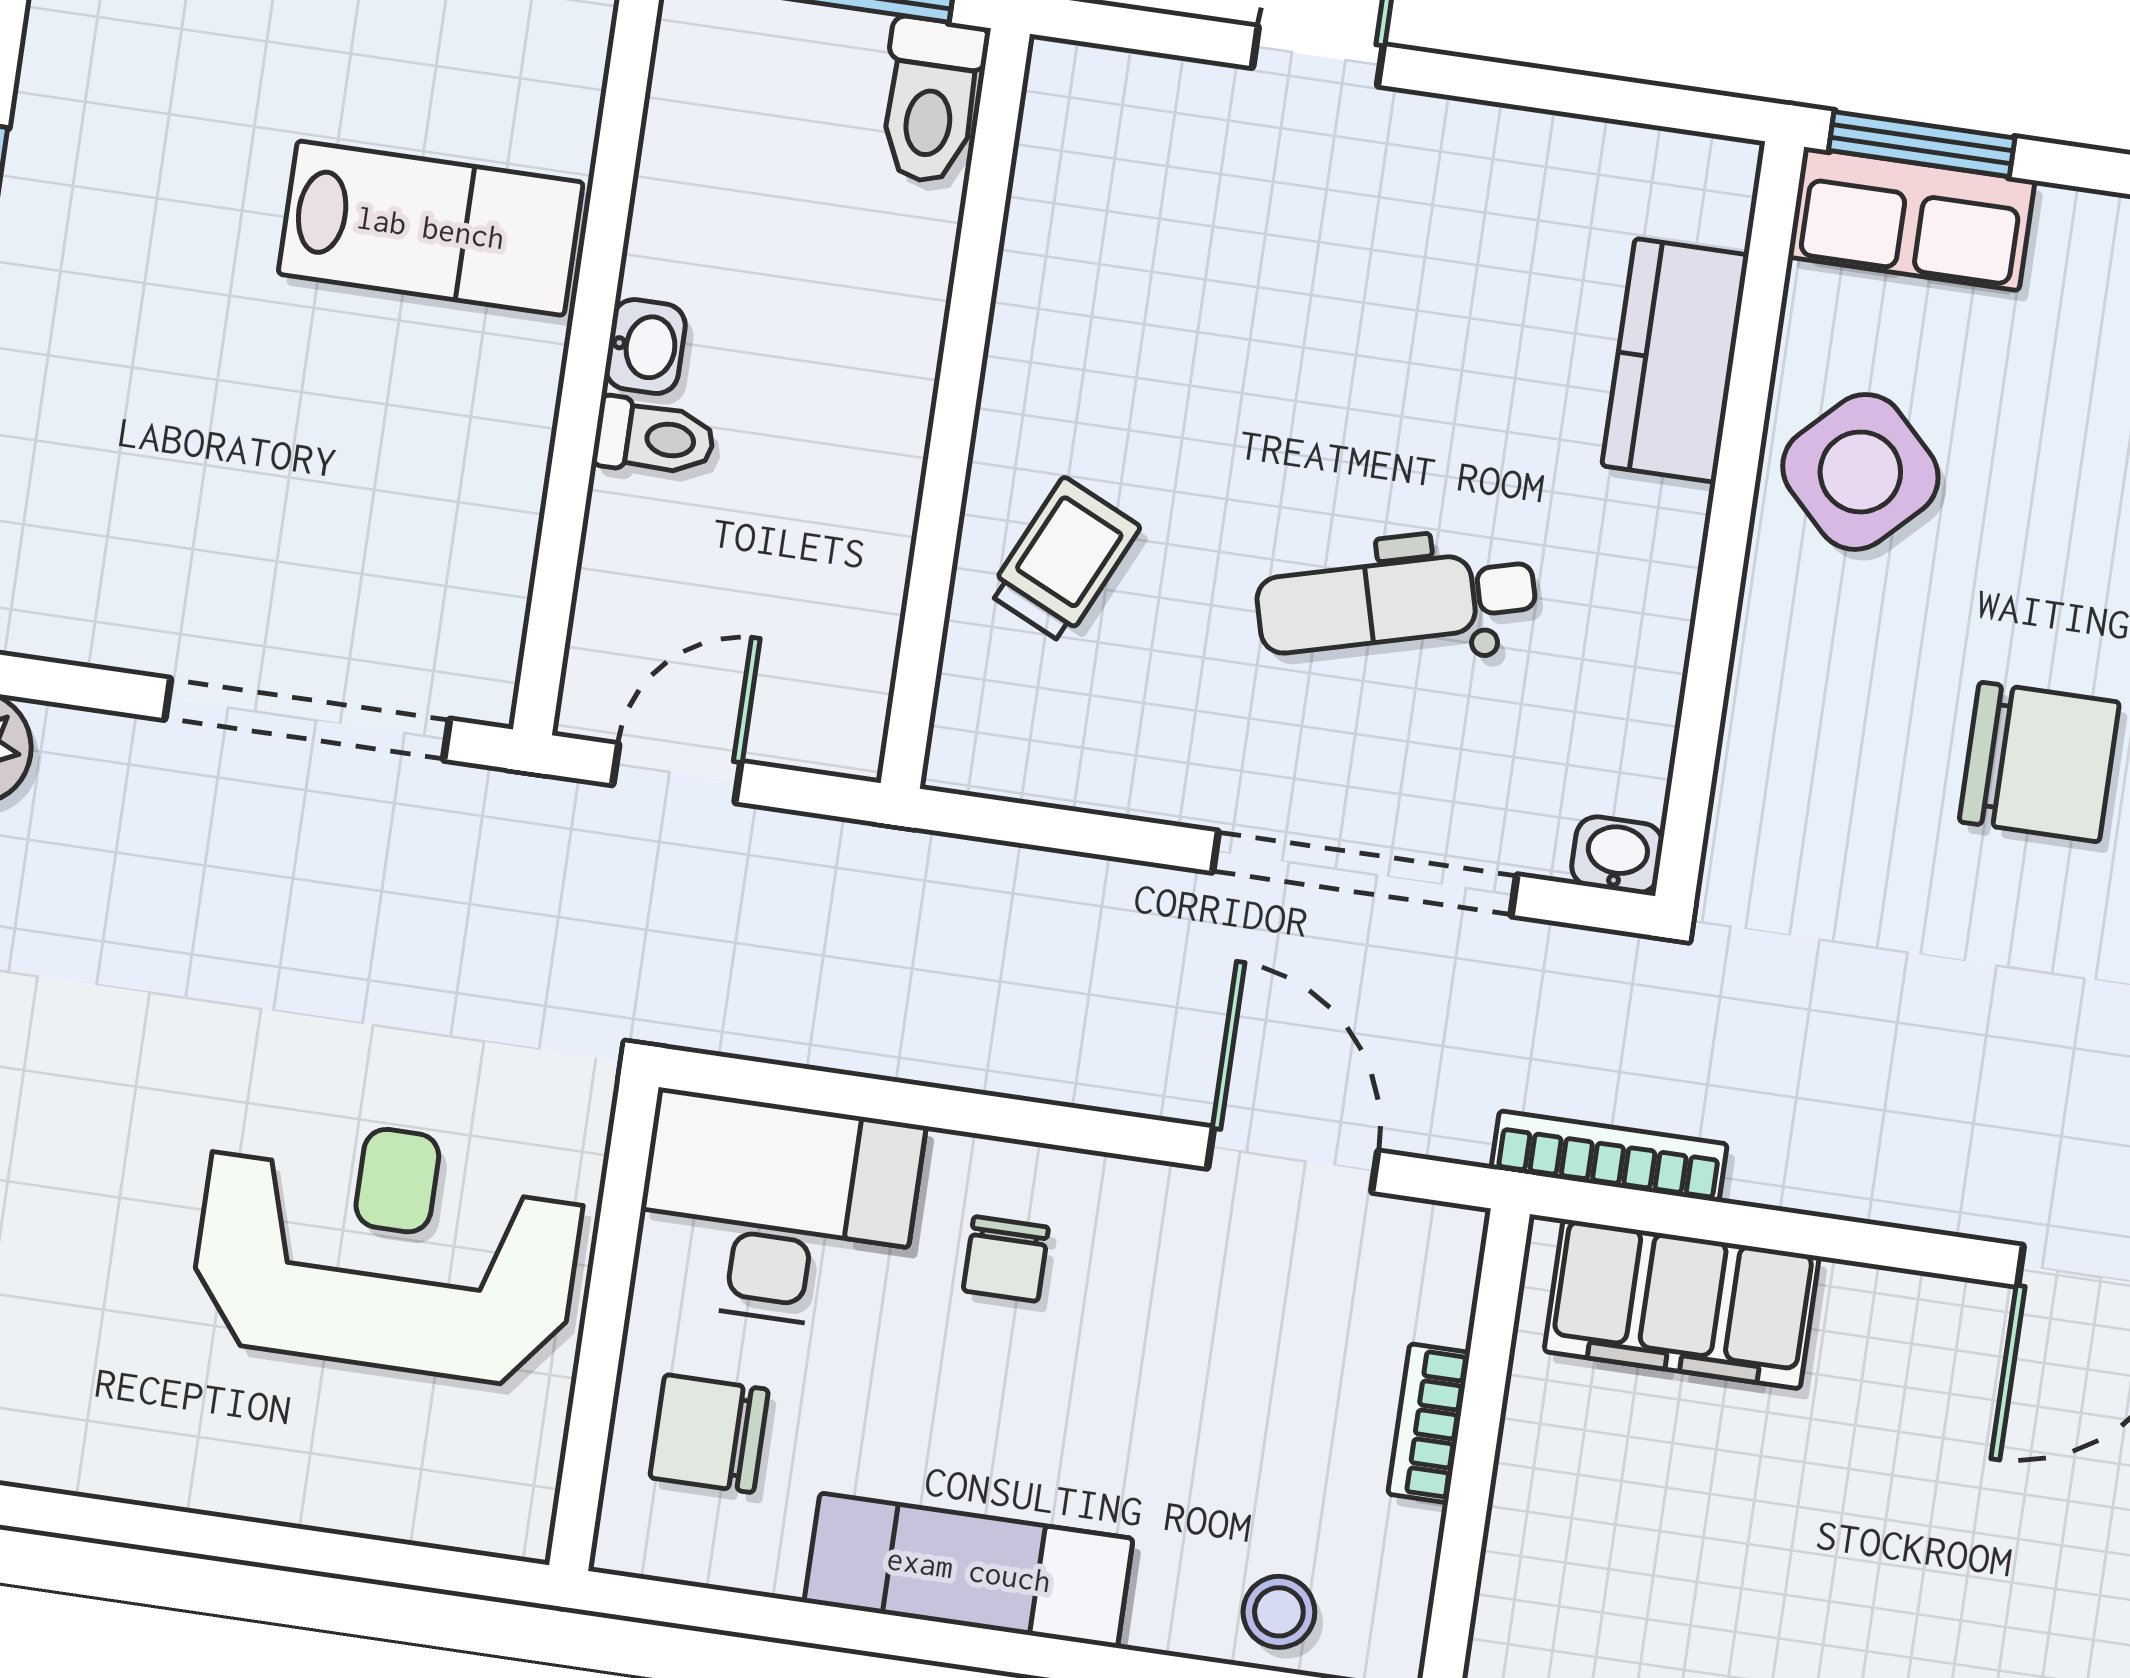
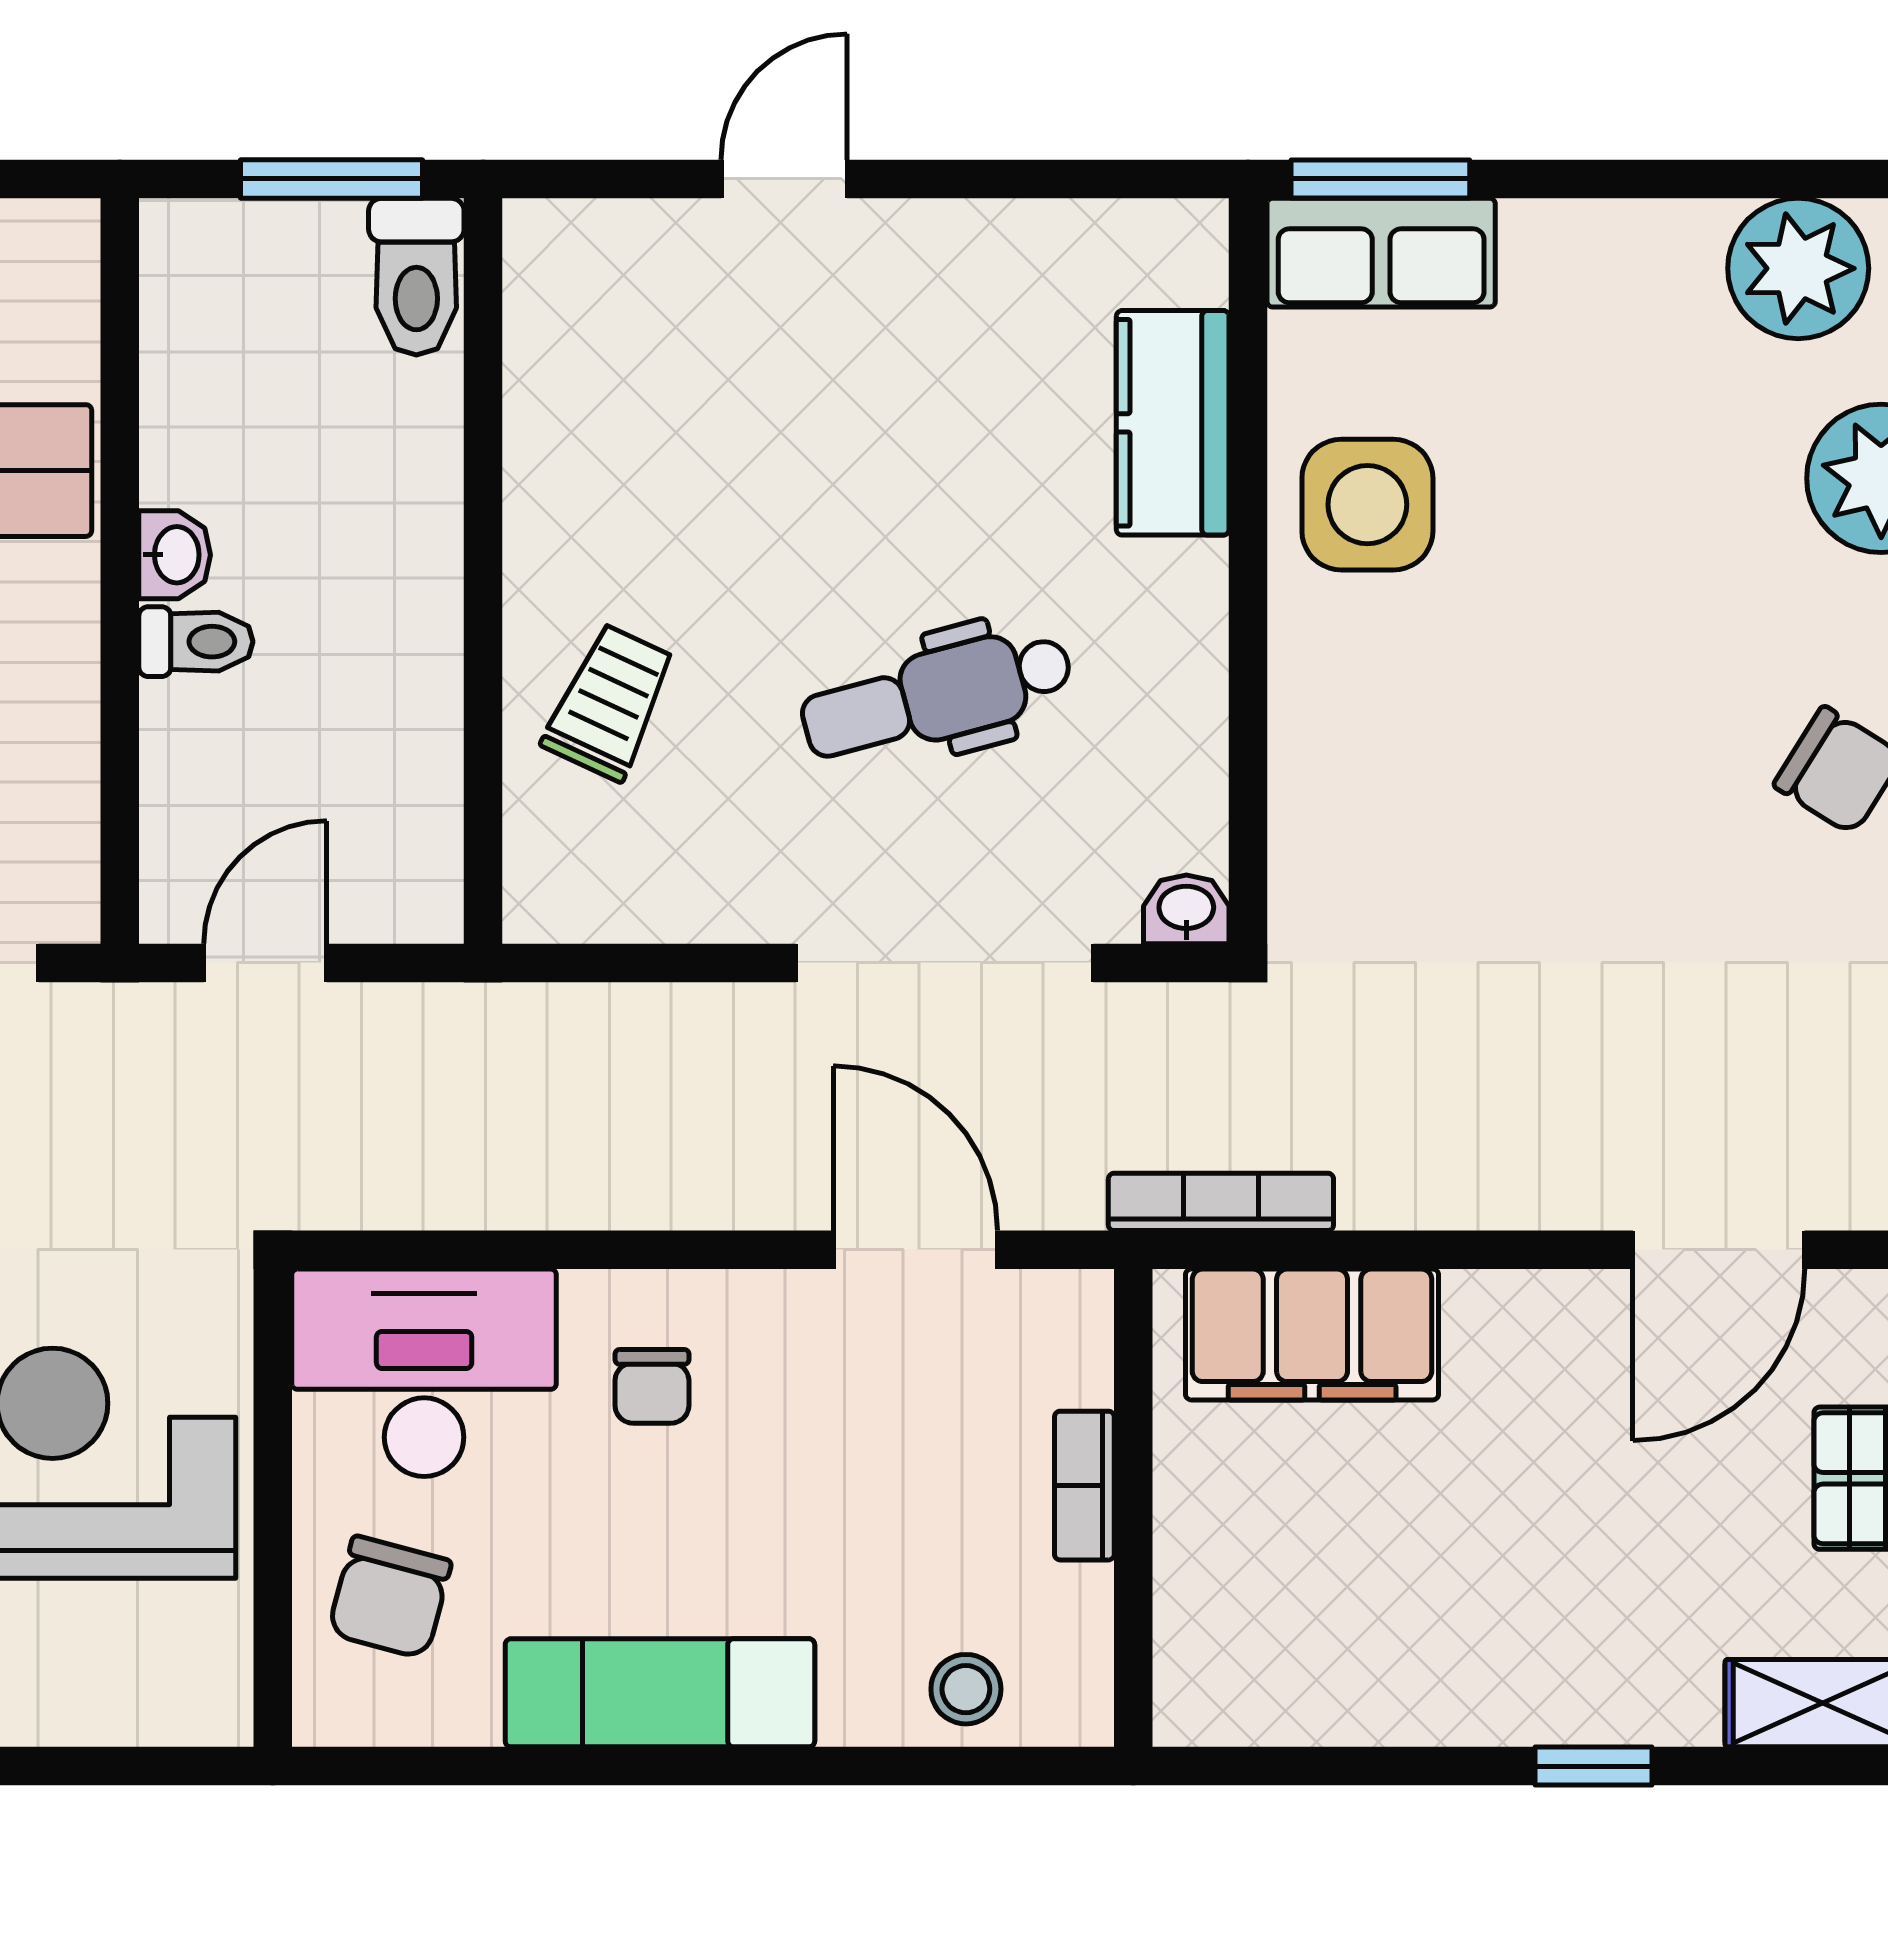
side table: (1860, 472) -> (1367, 505), turned 45
chair: (2039, 762) -> (1581, 760), removed
chair: (709, 1434) -> (390, 1597), turned -75

